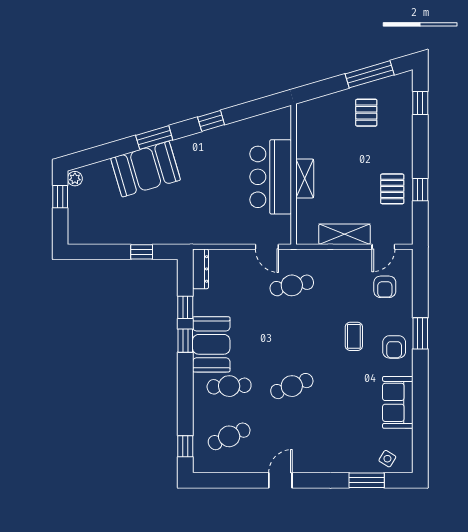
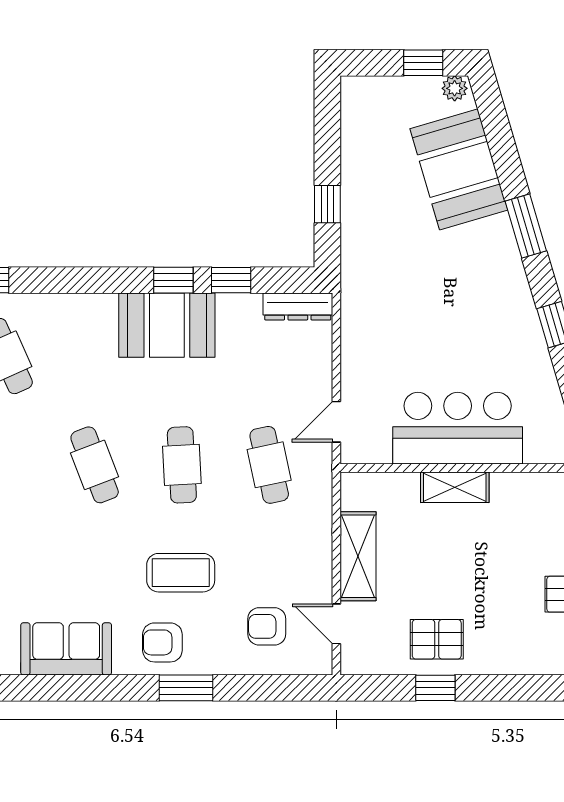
booth: (146, 169) -> (459, 169), moved
coffee table: (354, 336) -> (181, 573), width x1.36, depth x1.30
cafe table: (229, 386) -> (182, 465), moved

